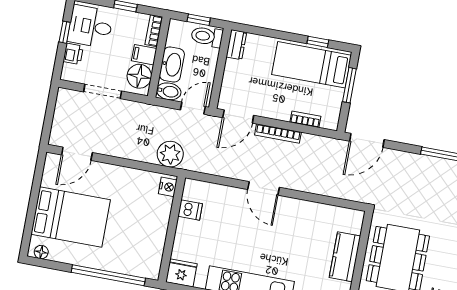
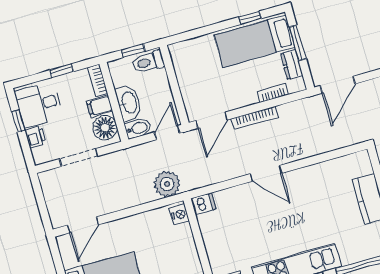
dresser: (236, 45) -> (292, 64), moved, turned 180
dishwasher: (190, 210) -> (204, 204), moved

